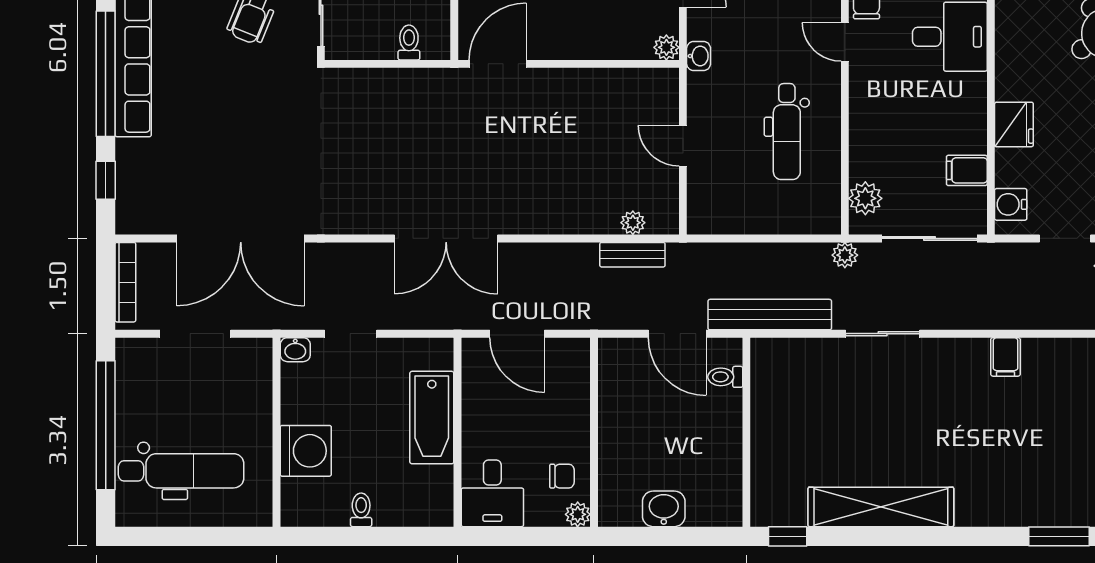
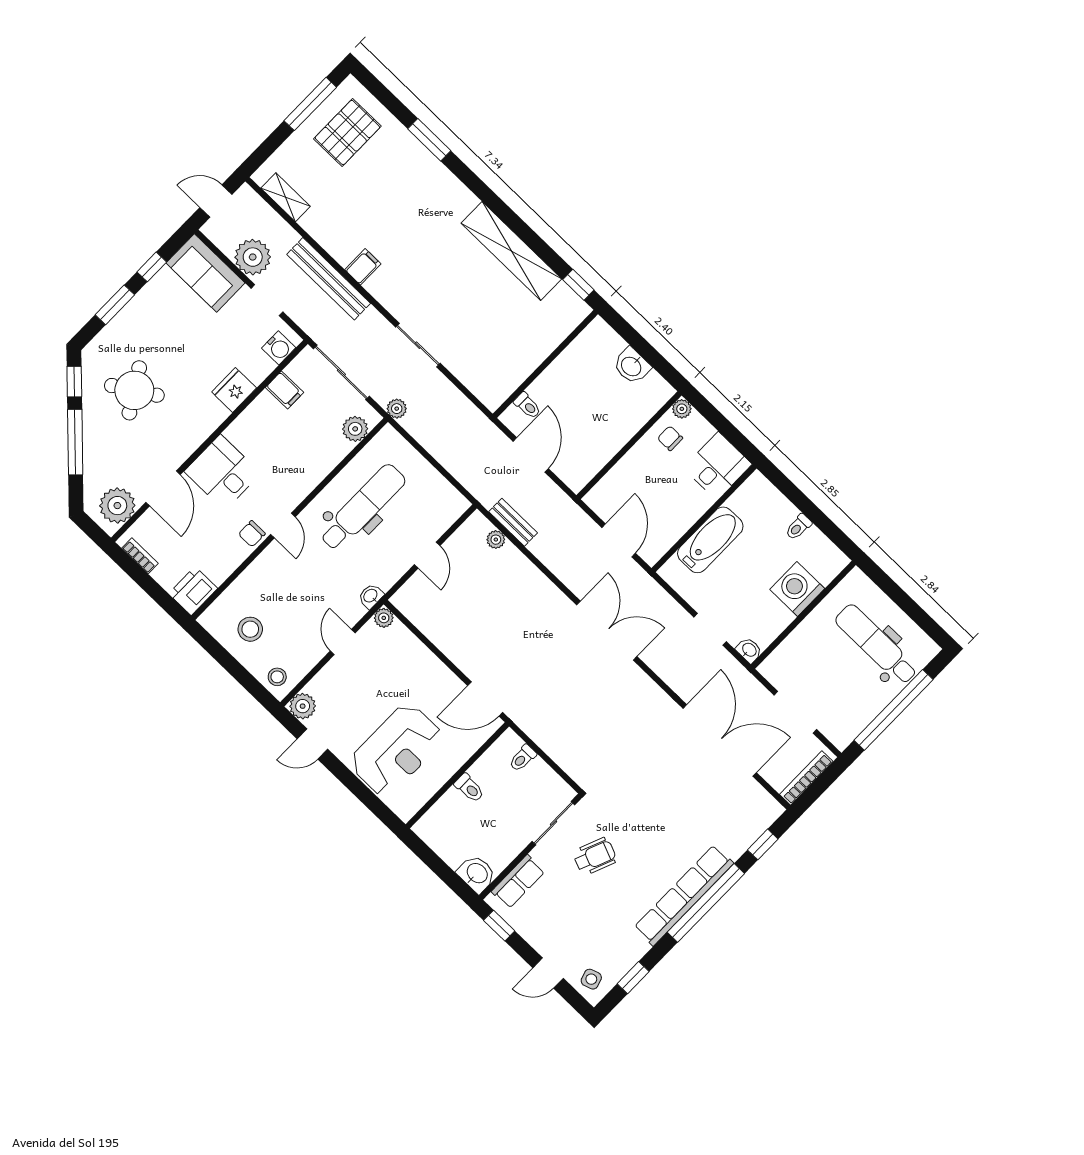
dental chair: (787, 132) -> (363, 507), width x1.36, depth x1.38
bench: (770, 315) -> (329, 279), moved

